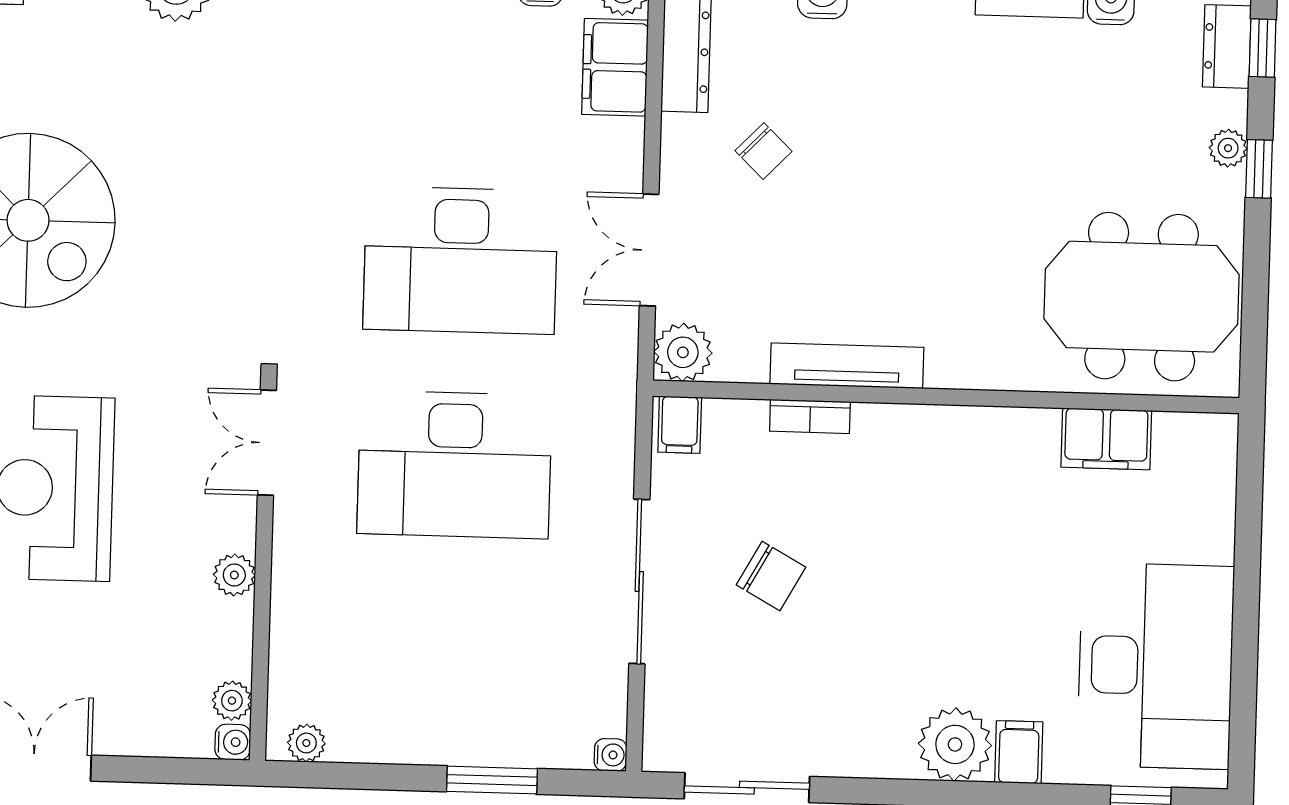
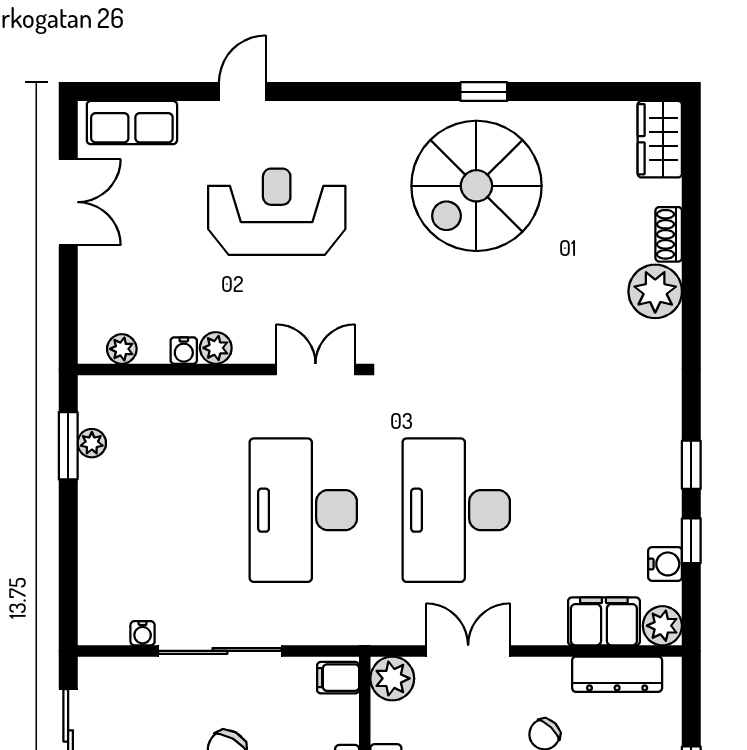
water cooler: (233, 742) -> (184, 351), moved
plant: (306, 743) -> (92, 443), moved
water cooler: (610, 755) -> (143, 633), moved
window: (492, 780) -> (68, 446), moved

